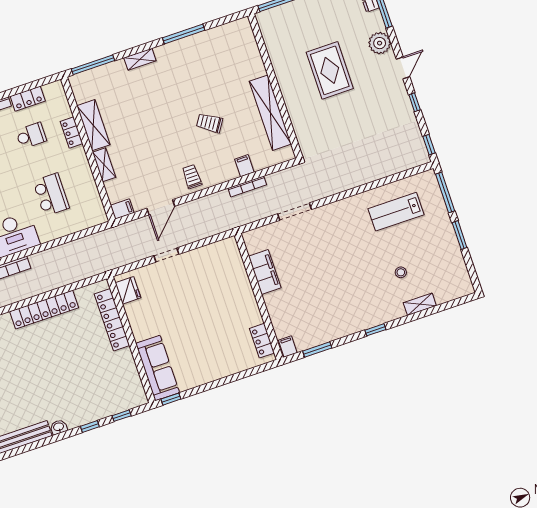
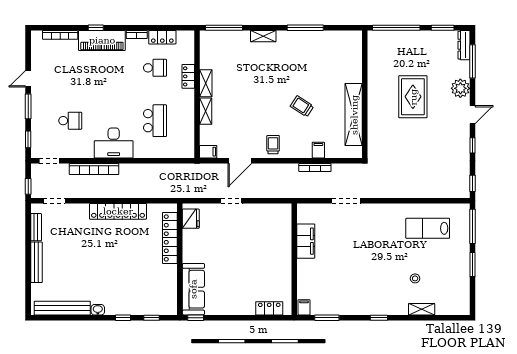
shelving: (93, 125) -> (206, 83), width x0.67, depth x0.75
locker: (262, 341) -> (269, 308), moved, turned 90

